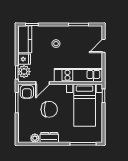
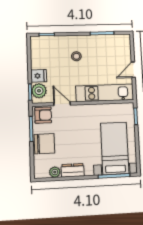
kitchen counter: (25, 39) -> (39, 52), removed
door: (104, 46) -> (133, 70), moved
door: (43, 83) -> (62, 104), swing flipped
armchair: (27, 92) -> (43, 115), turned -90
bed with nightstands: (85, 105) -> (115, 148), moved, turned 180
chair: (49, 109) -> (44, 144), moved

